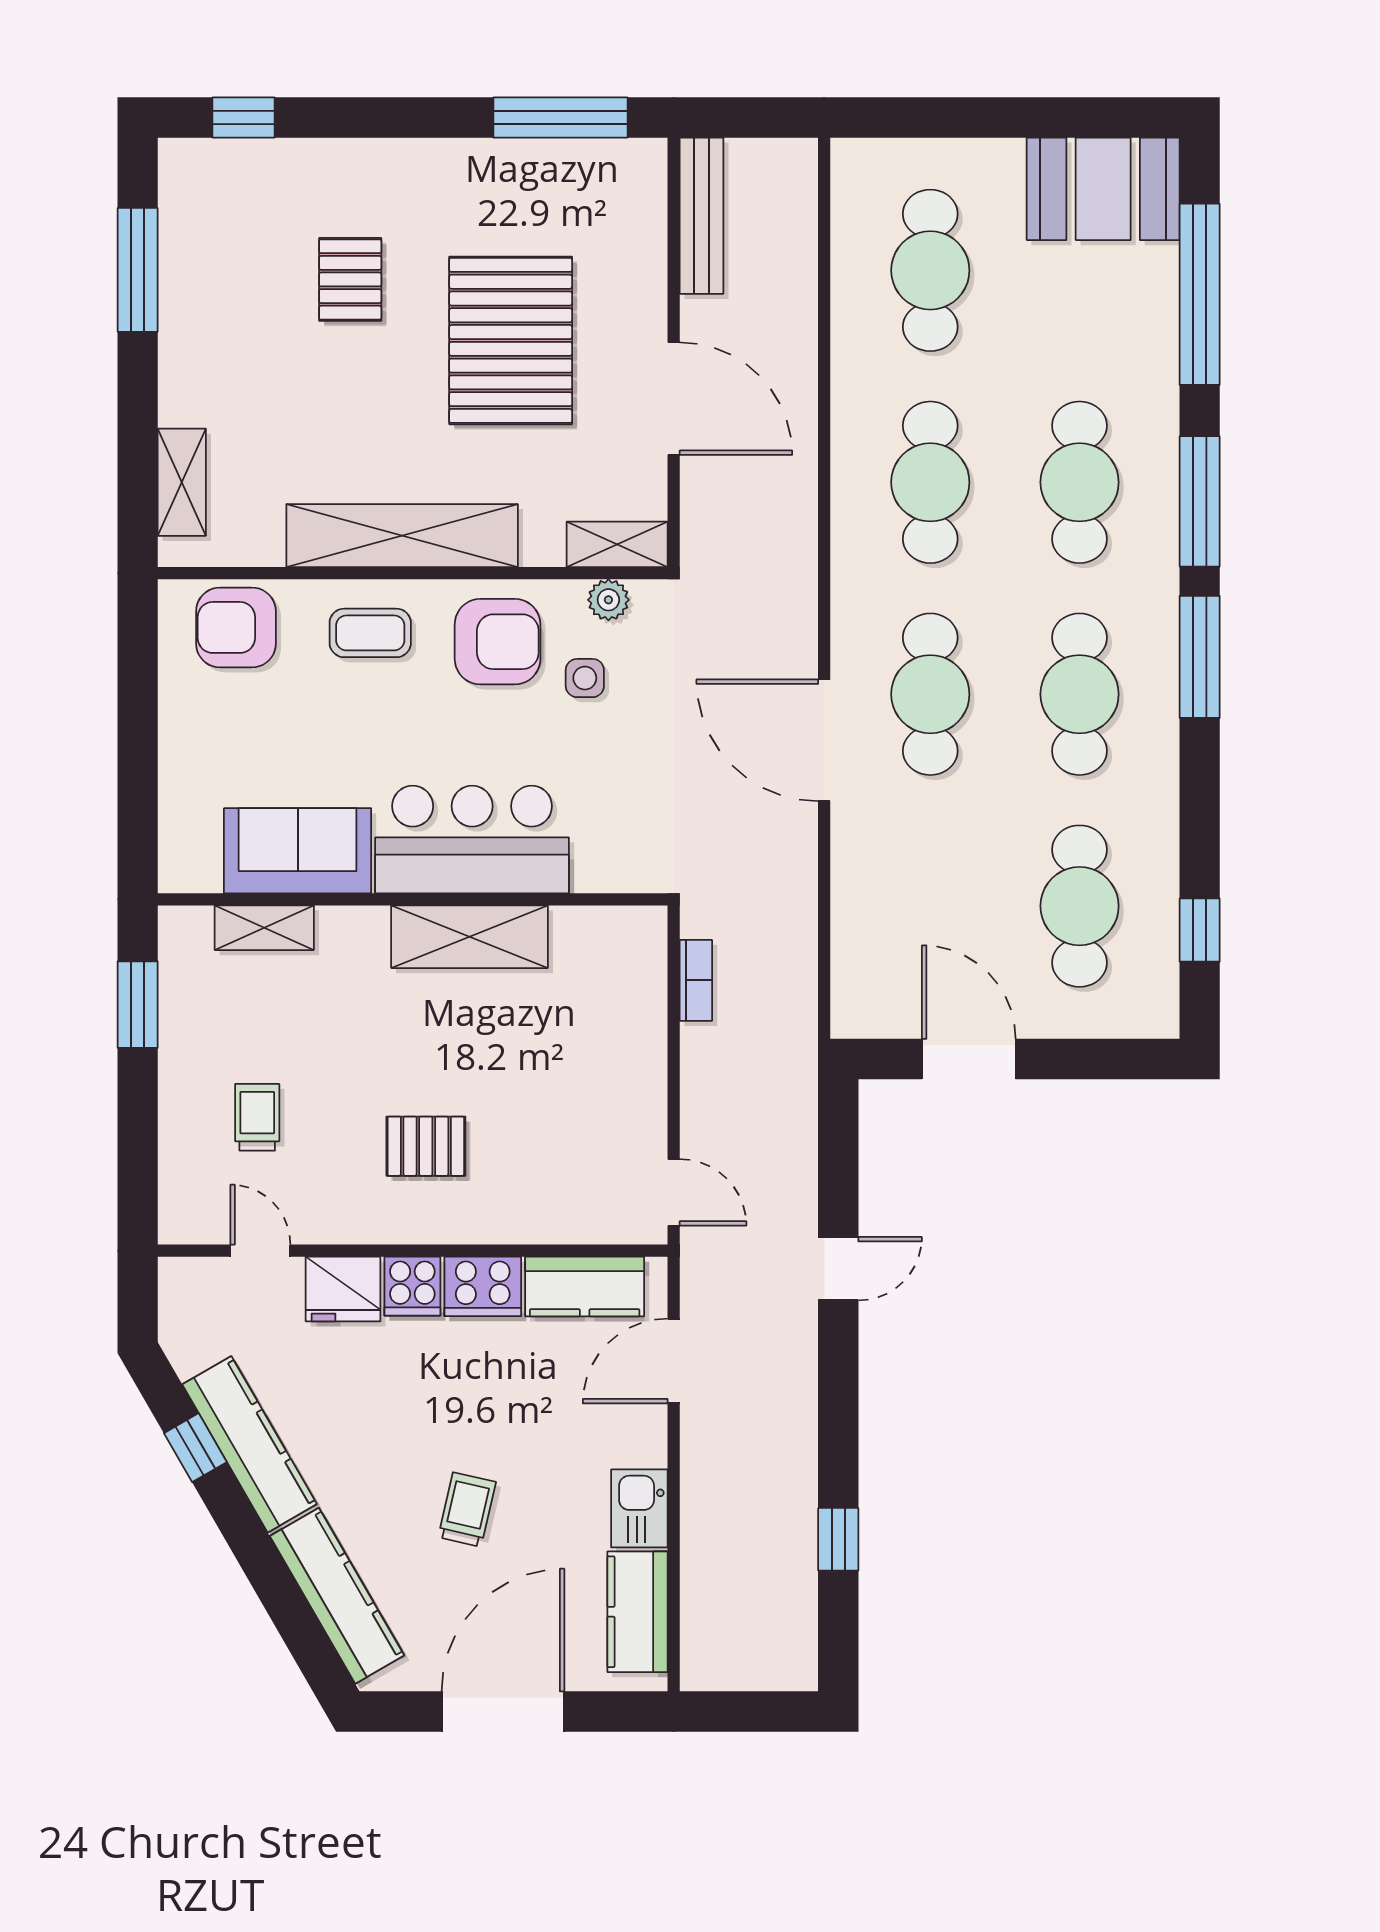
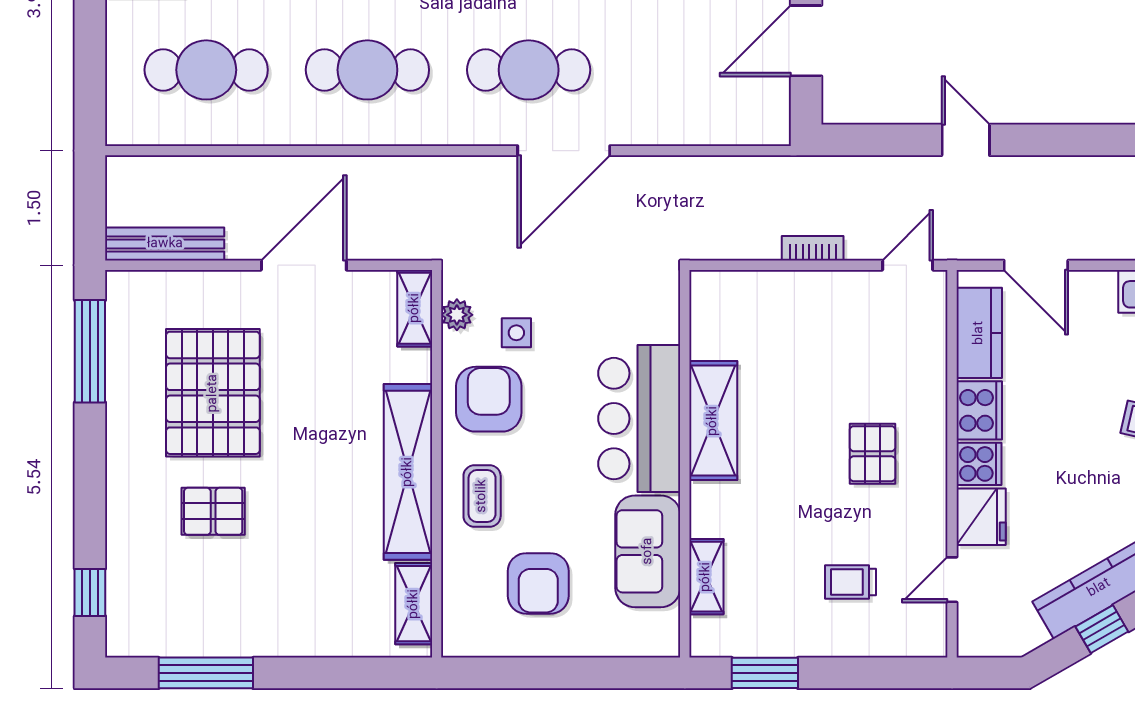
pallet: (511, 340) -> (213, 393), moved, turned 90
shelving: (182, 482) -> (414, 604), moved, turned 90
armchair: (236, 627) -> (538, 583), moved
bookcase: (696, 980) -> (813, 248), moved

